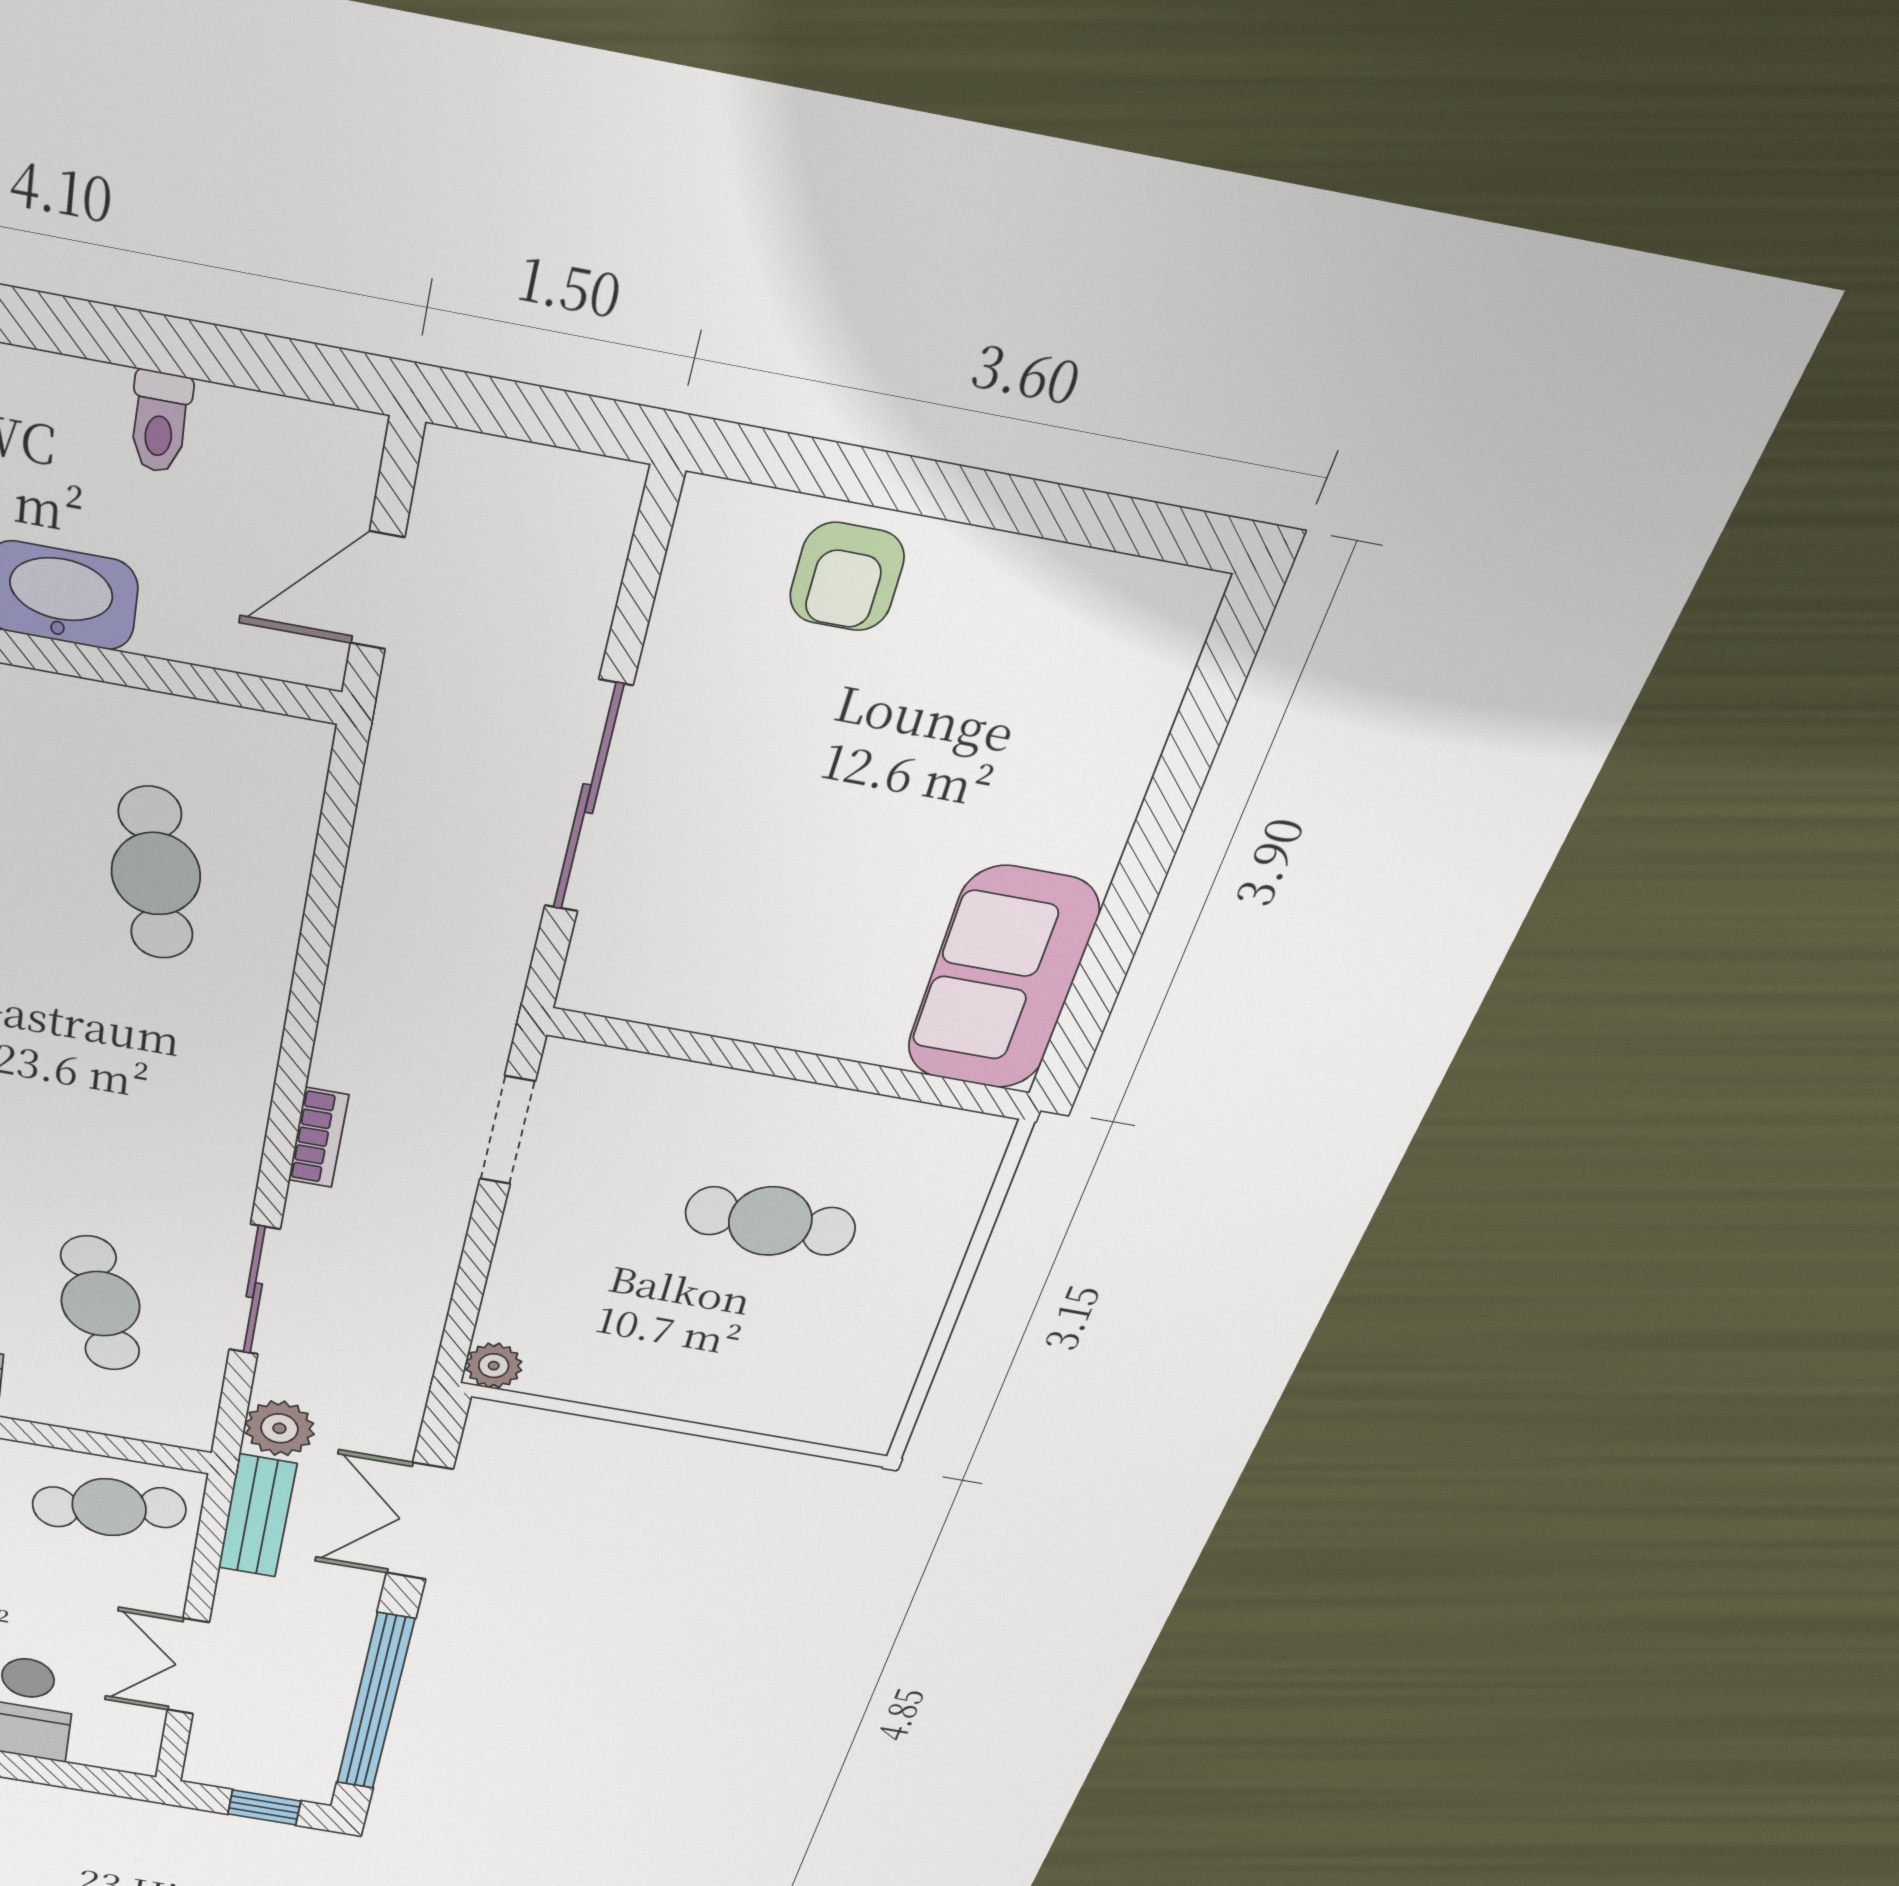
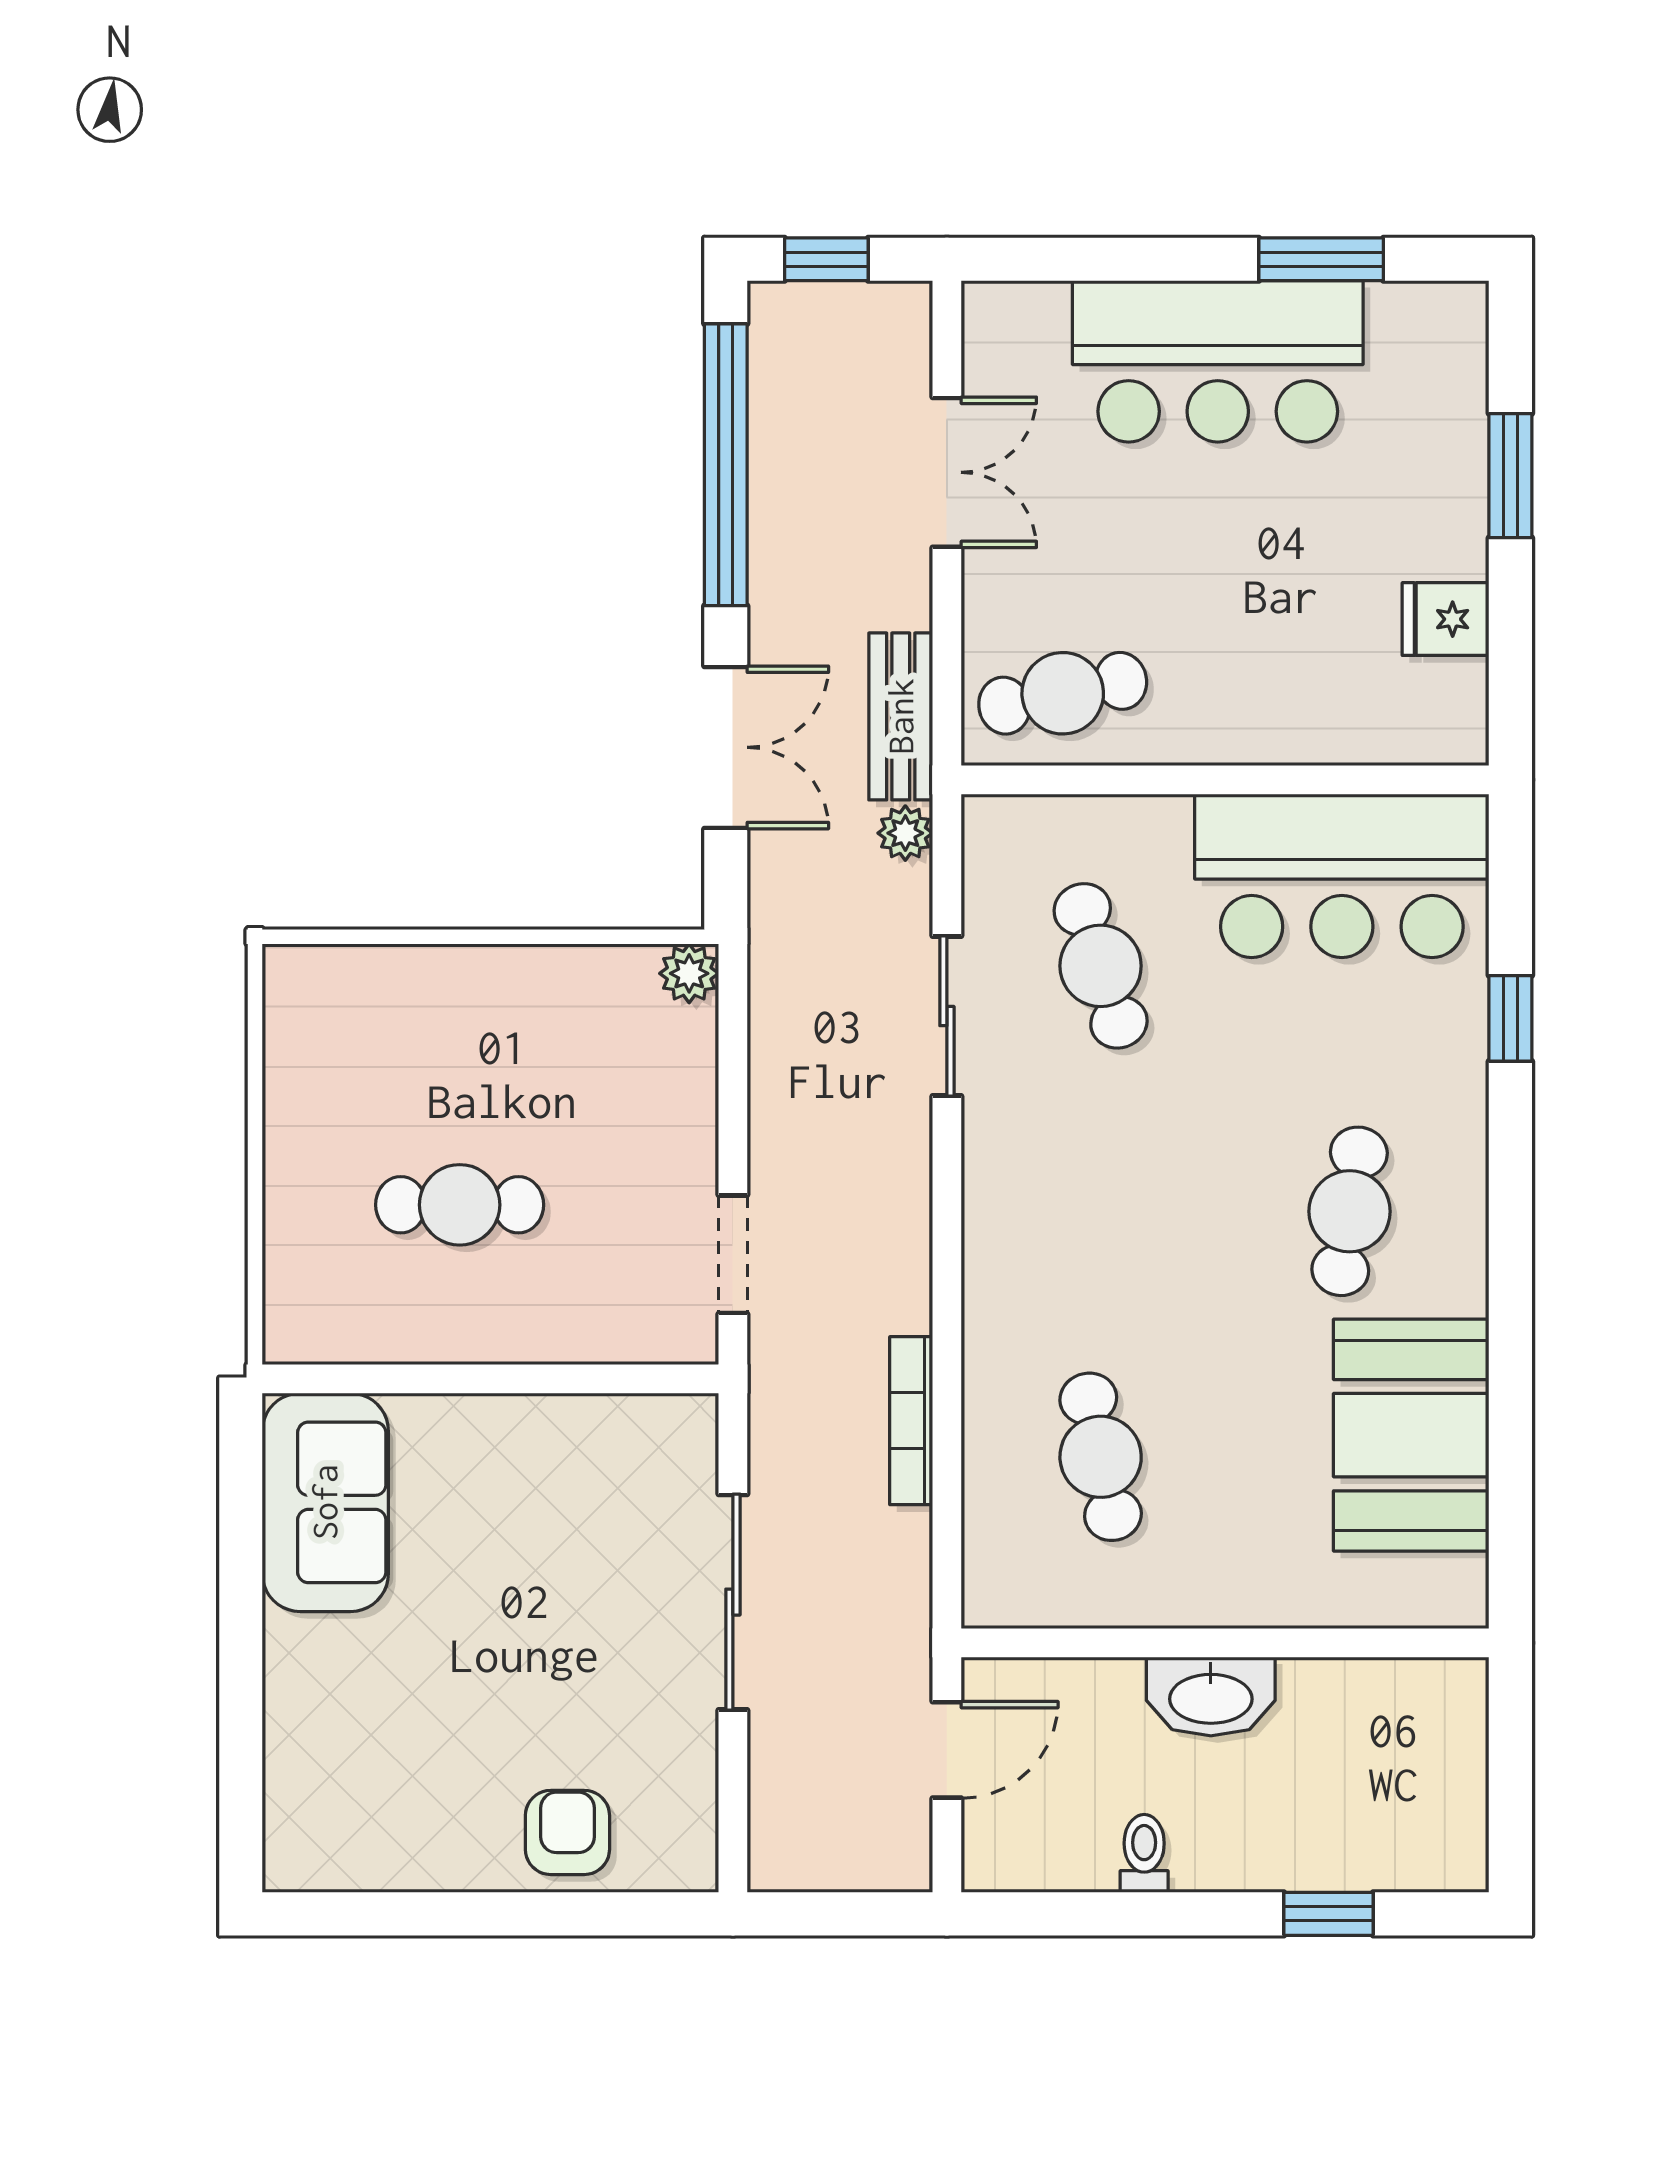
bookcase: (318, 1138) -> (911, 1421), moved, width x1.56
plant: (279, 1428) -> (905, 833), width x0.73, depth x0.73

